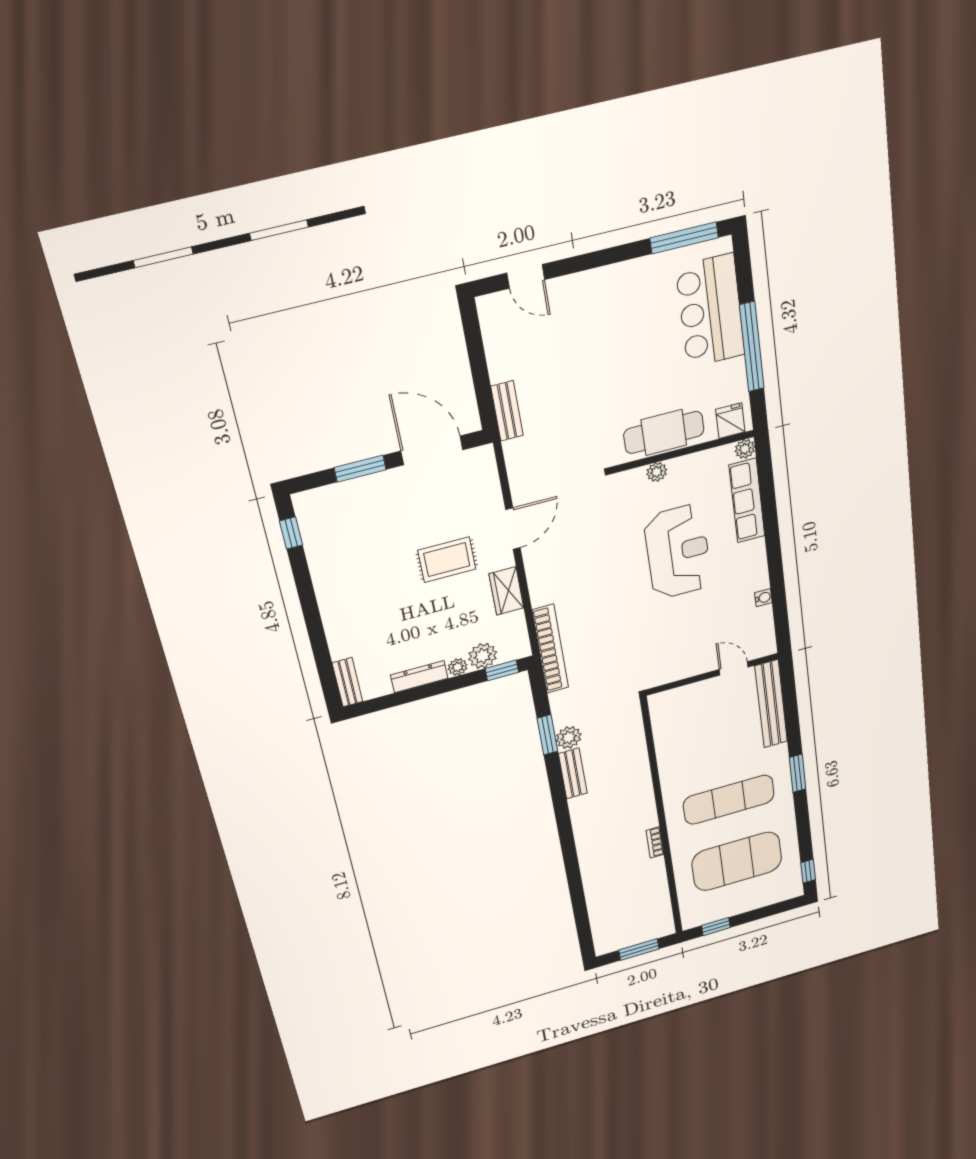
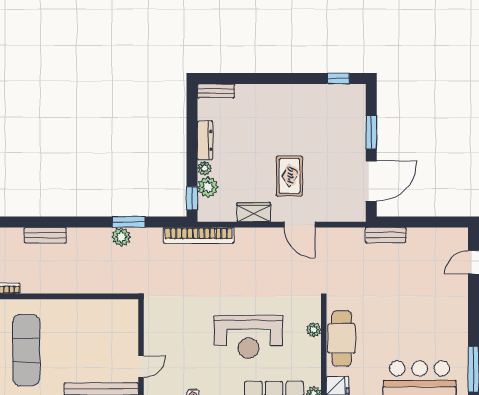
bench: (573, 773) -> (45, 235), moved

